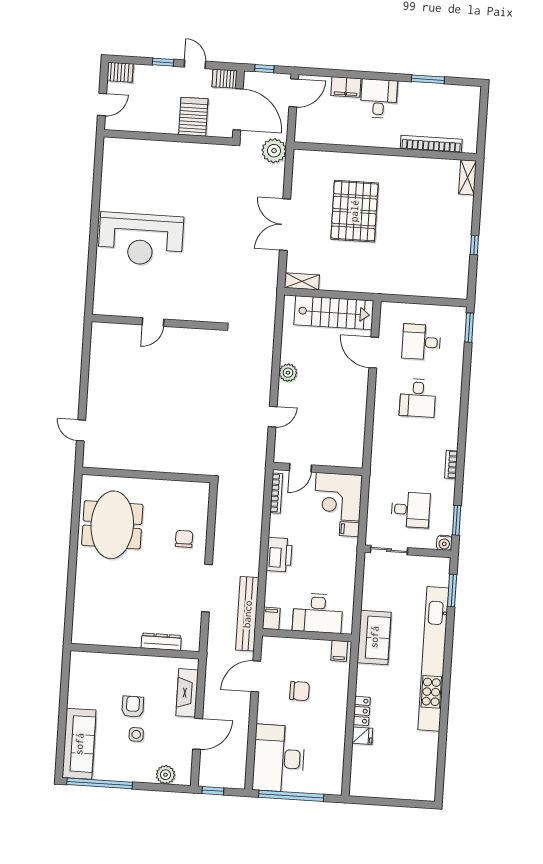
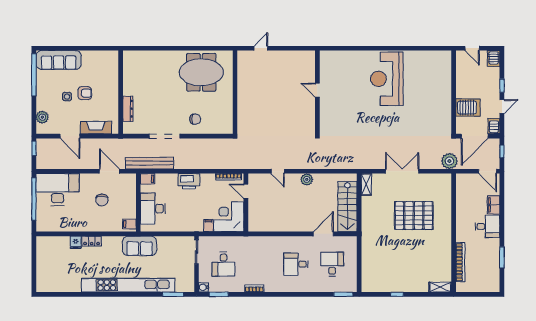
door: (153, 322) -> (317, 90), moved
wall: (156, 322) -> (317, 92), moved

